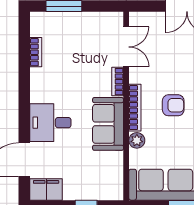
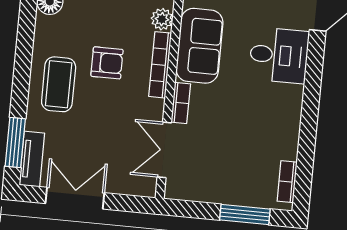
bookcase: (36, 52) -> (287, 182), moved
armchair: (173, 105) -> (107, 63), turned 180

